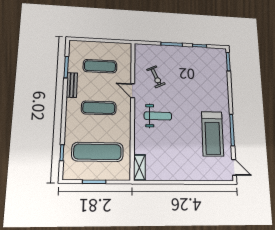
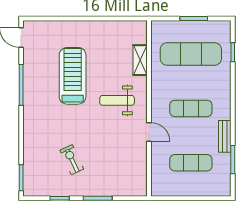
exercise bike: (156, 77) -> (72, 160), moved
treadmill: (212, 134) -> (73, 76), moved
shelving: (139, 167) -> (140, 60), moved

